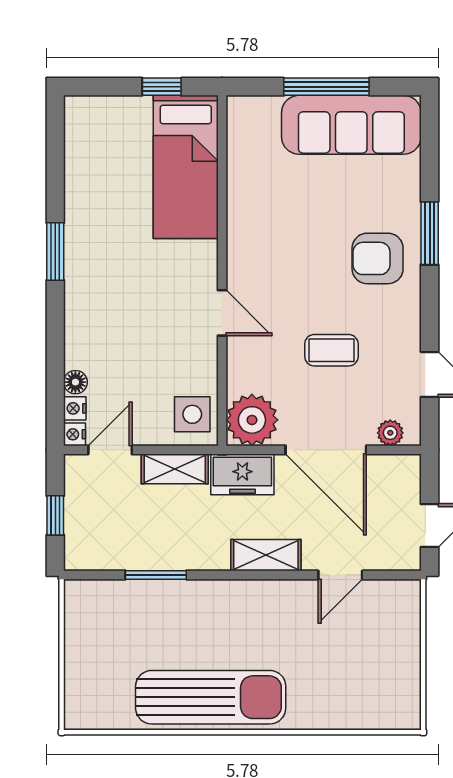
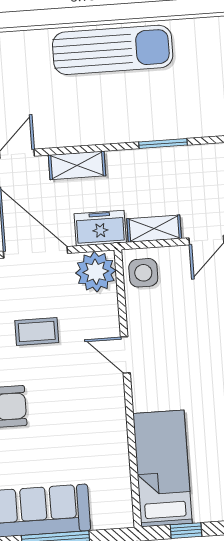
sun lounger: (211, 697) -> (113, 50), turned 180

